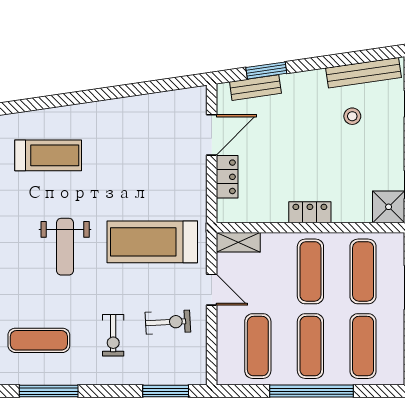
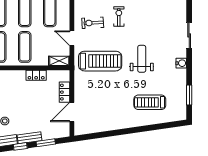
window: (320, 63) -> (20, 146), added
bench: (255, 88) -> (29, 138), moved
locker: (310, 212) -> (36, 75), moved
exercise mat: (39, 340) -> (154, 14), removed

